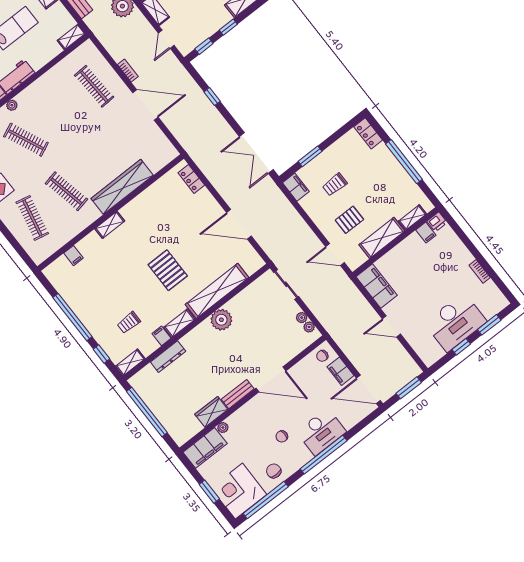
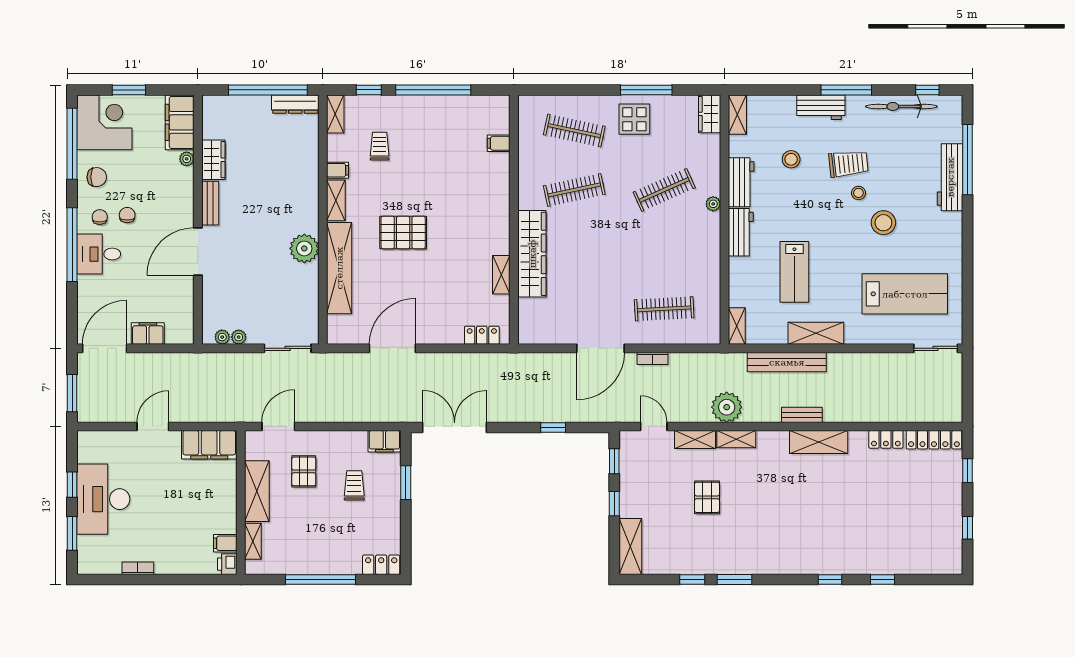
shelving: (110, 225) -> (501, 275), moved
chair: (322, 356) -> (100, 217), moved
dresser: (168, 357) -> (295, 104), moved, turned -90
desk: (321, 432) -> (99, 254), width x0.73

